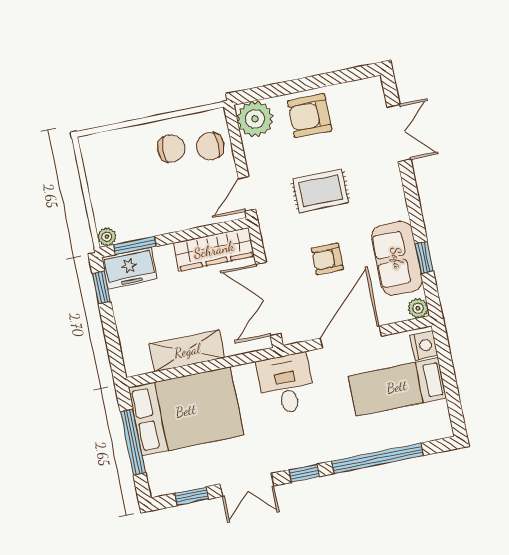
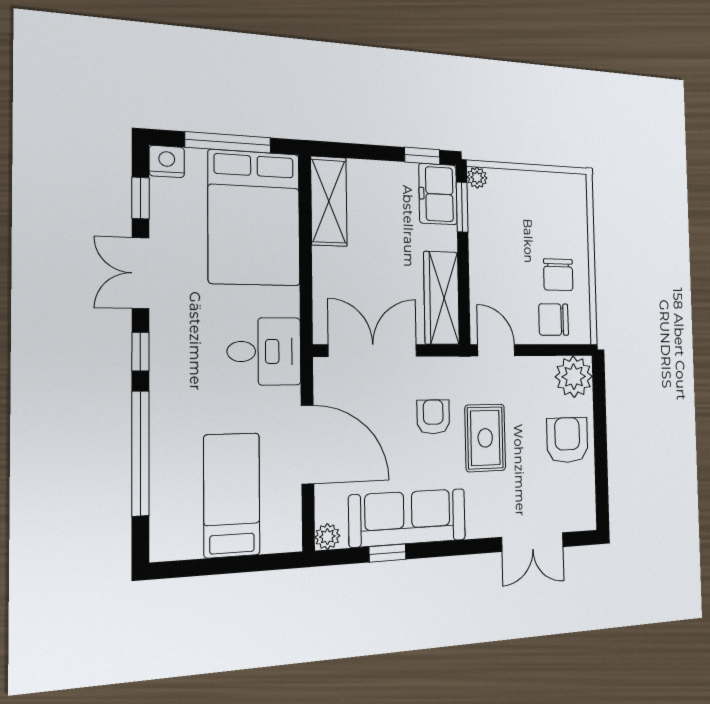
chair: (210, 146) -> (554, 320), turned -90
sofa: (397, 258) -> (408, 518), width x1.36
armchair: (327, 259) -> (433, 417), moved
nightstand: (424, 345) -> (167, 161), moved, turned 180
shelving: (187, 351) -> (329, 201), moved

